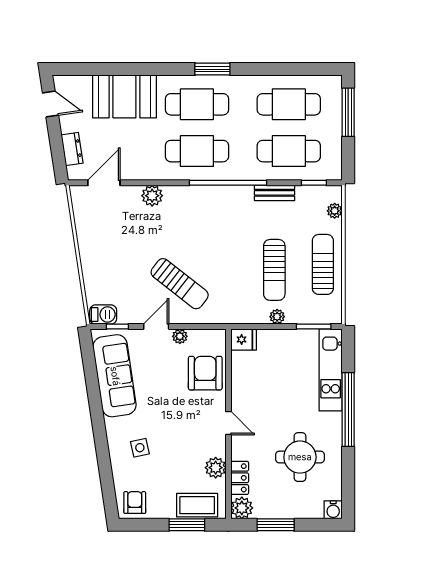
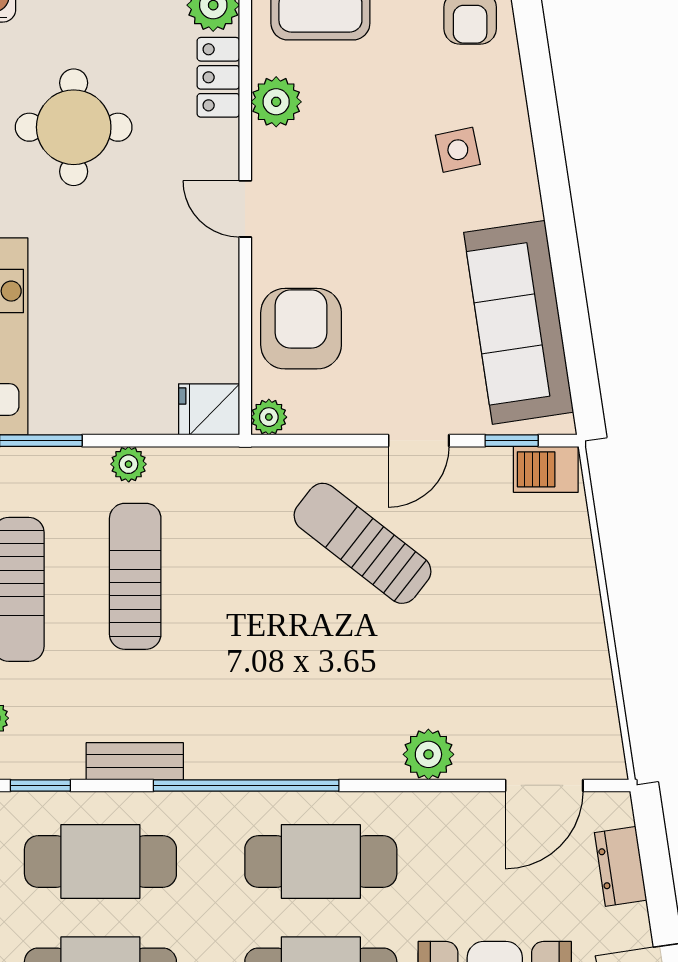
plant: (180, 336) -> (269, 417), moved
armchair: (205, 373) -> (301, 329), turned 180

